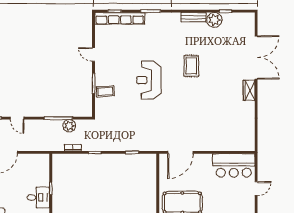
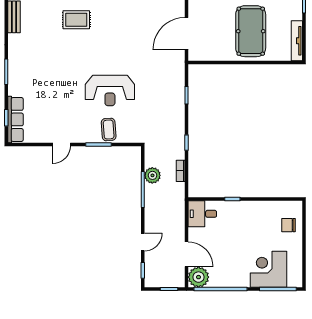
row of seats: (120, 18) -> (15, 119), width x0.73
reception desk: (149, 80) -> (110, 90), moved
door: (180, 152) -> (187, 34), swing flipped
desk: (38, 197) -> (202, 214), moved, turned -90

